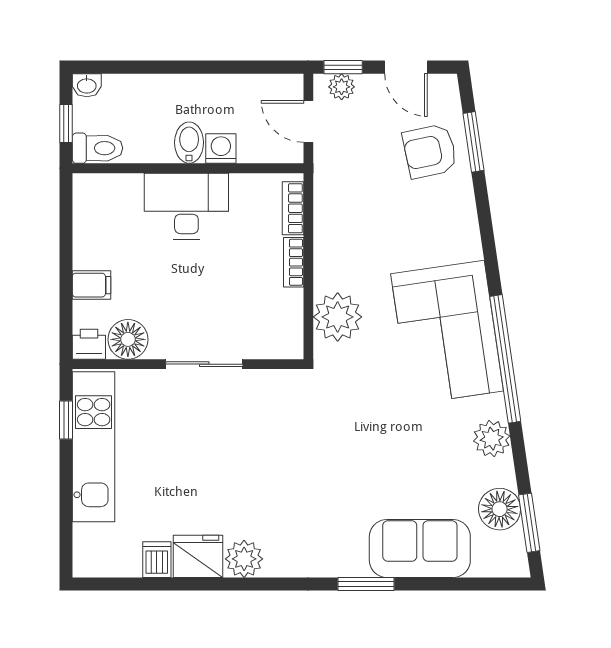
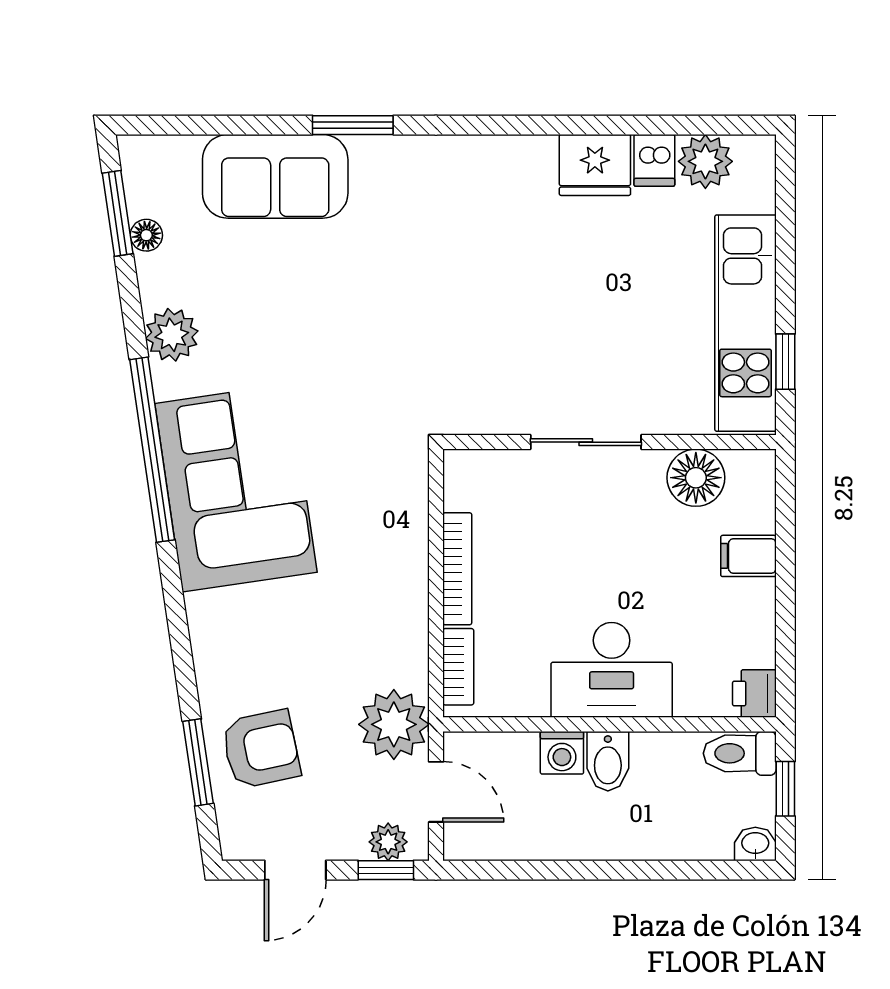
door: (406, 67) -> (295, 870), swing flipped
bookcase: (294, 262) -> (457, 569), width x1.56
plant: (338, 317) -> (394, 724), moved
printer: (89, 344) -> (754, 694), moved, turned 90
floor lamp: (500, 509) -> (146, 235), width x0.53, depth x0.53
plant: (244, 559) -> (705, 161), moved

